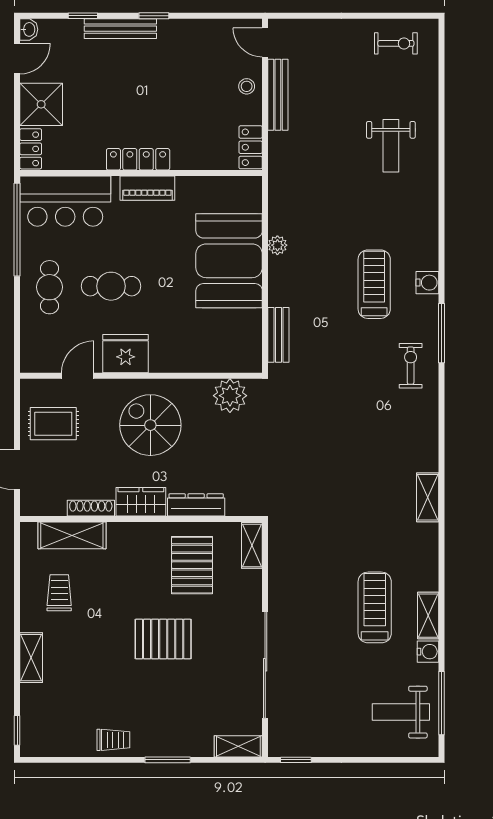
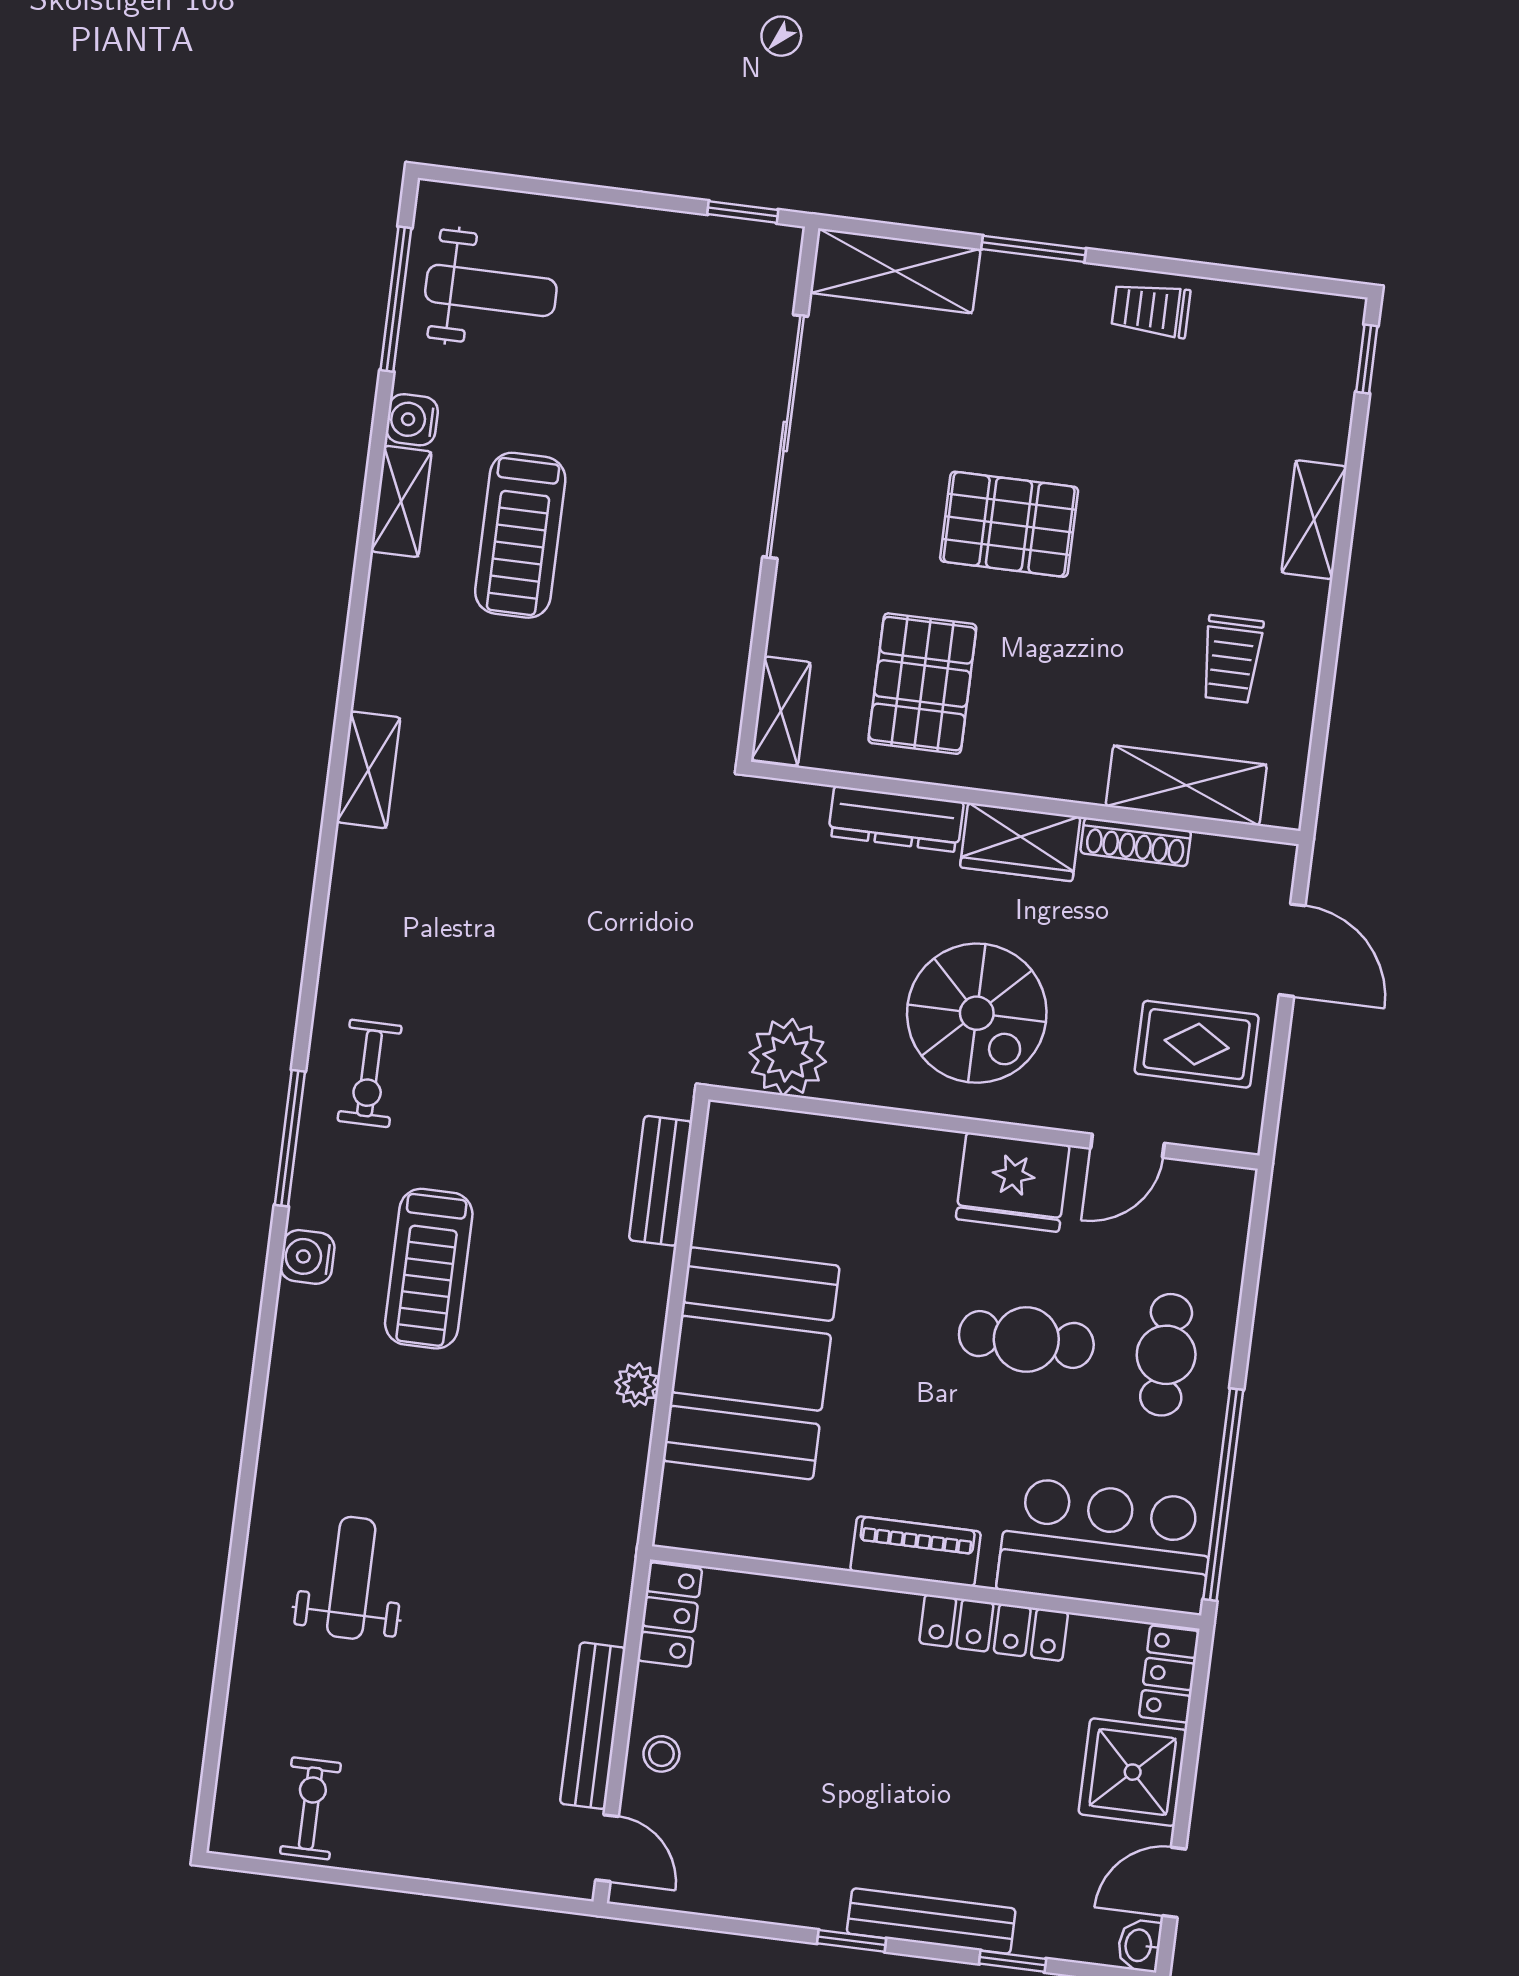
exercise bike: (396, 43) -> (311, 1808), turned 90
locker: (138, 159) -> (994, 1628), moved
shelving: (238, 746) -> (895, 271), width x1.50, depth x1.33

